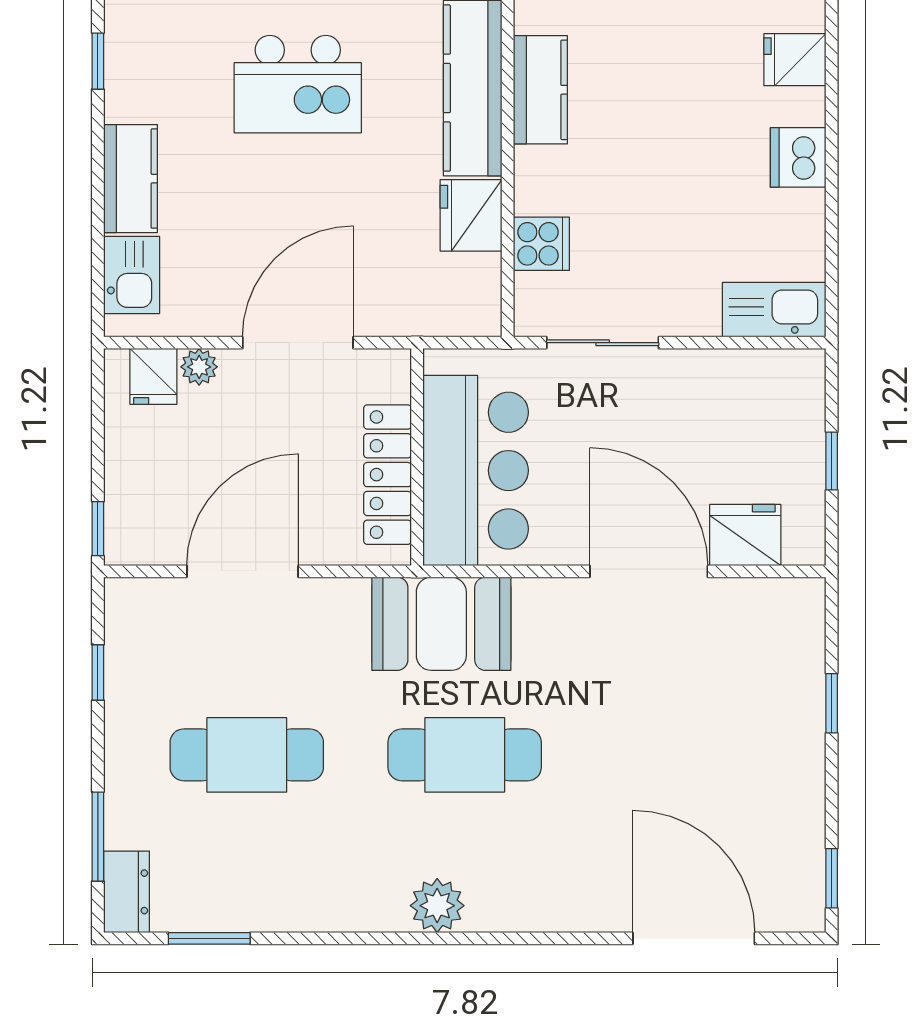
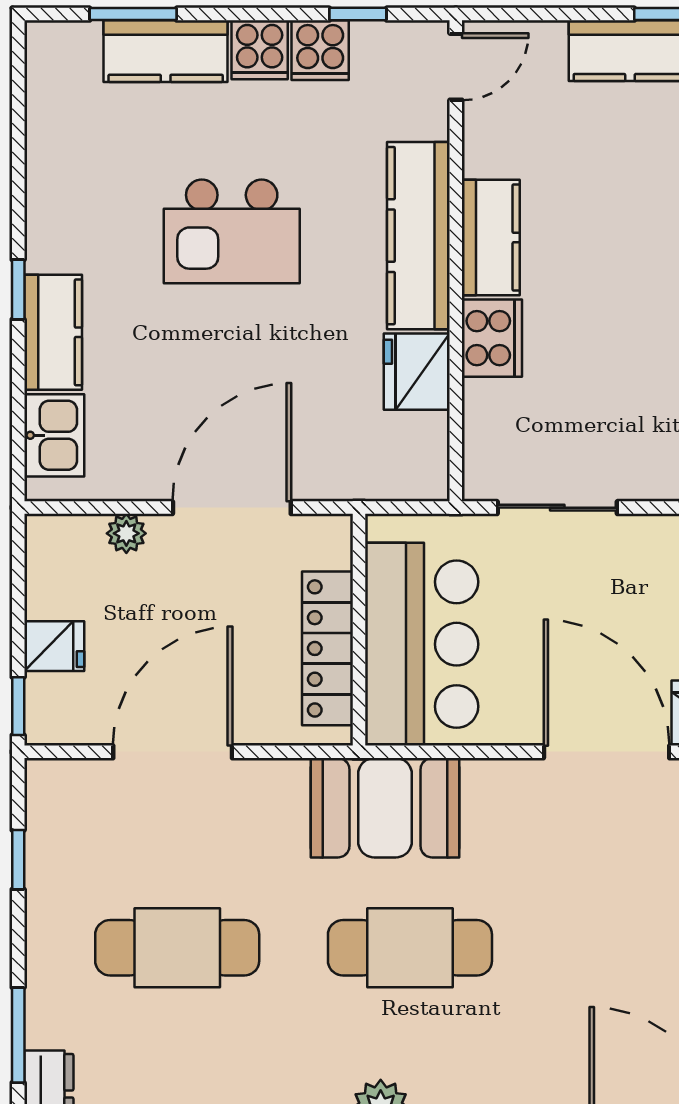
window: (98, 61) -> (18, 290), moved
cooker: (541, 244) -> (492, 338), moved, width x1.36
fridge: (153, 376) -> (54, 646), moved, turned -90

